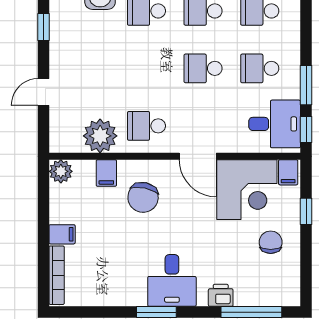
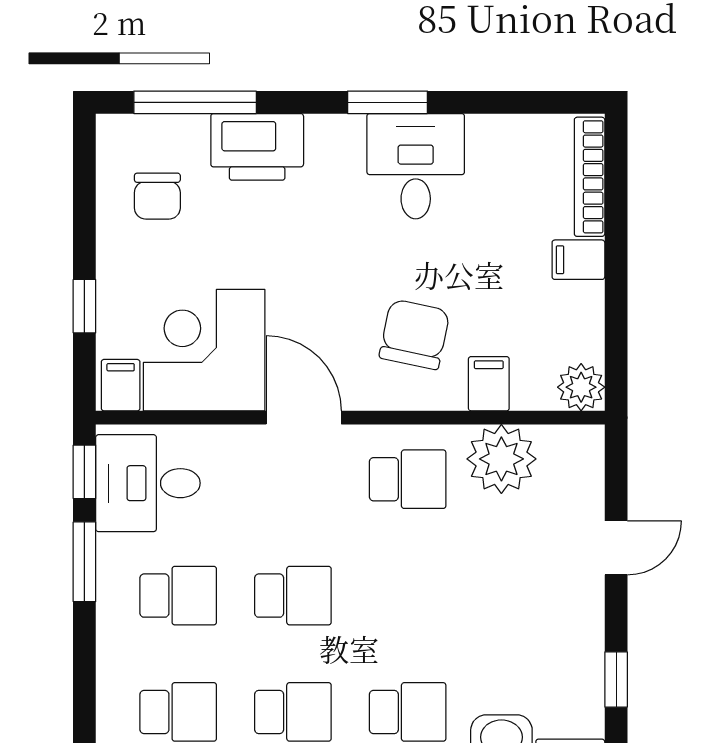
chair: (271, 242) -> (157, 196), moved
desk: (172, 280) -> (416, 166), moved
printer: (221, 295) -> (257, 147), width x1.87, depth x1.48

